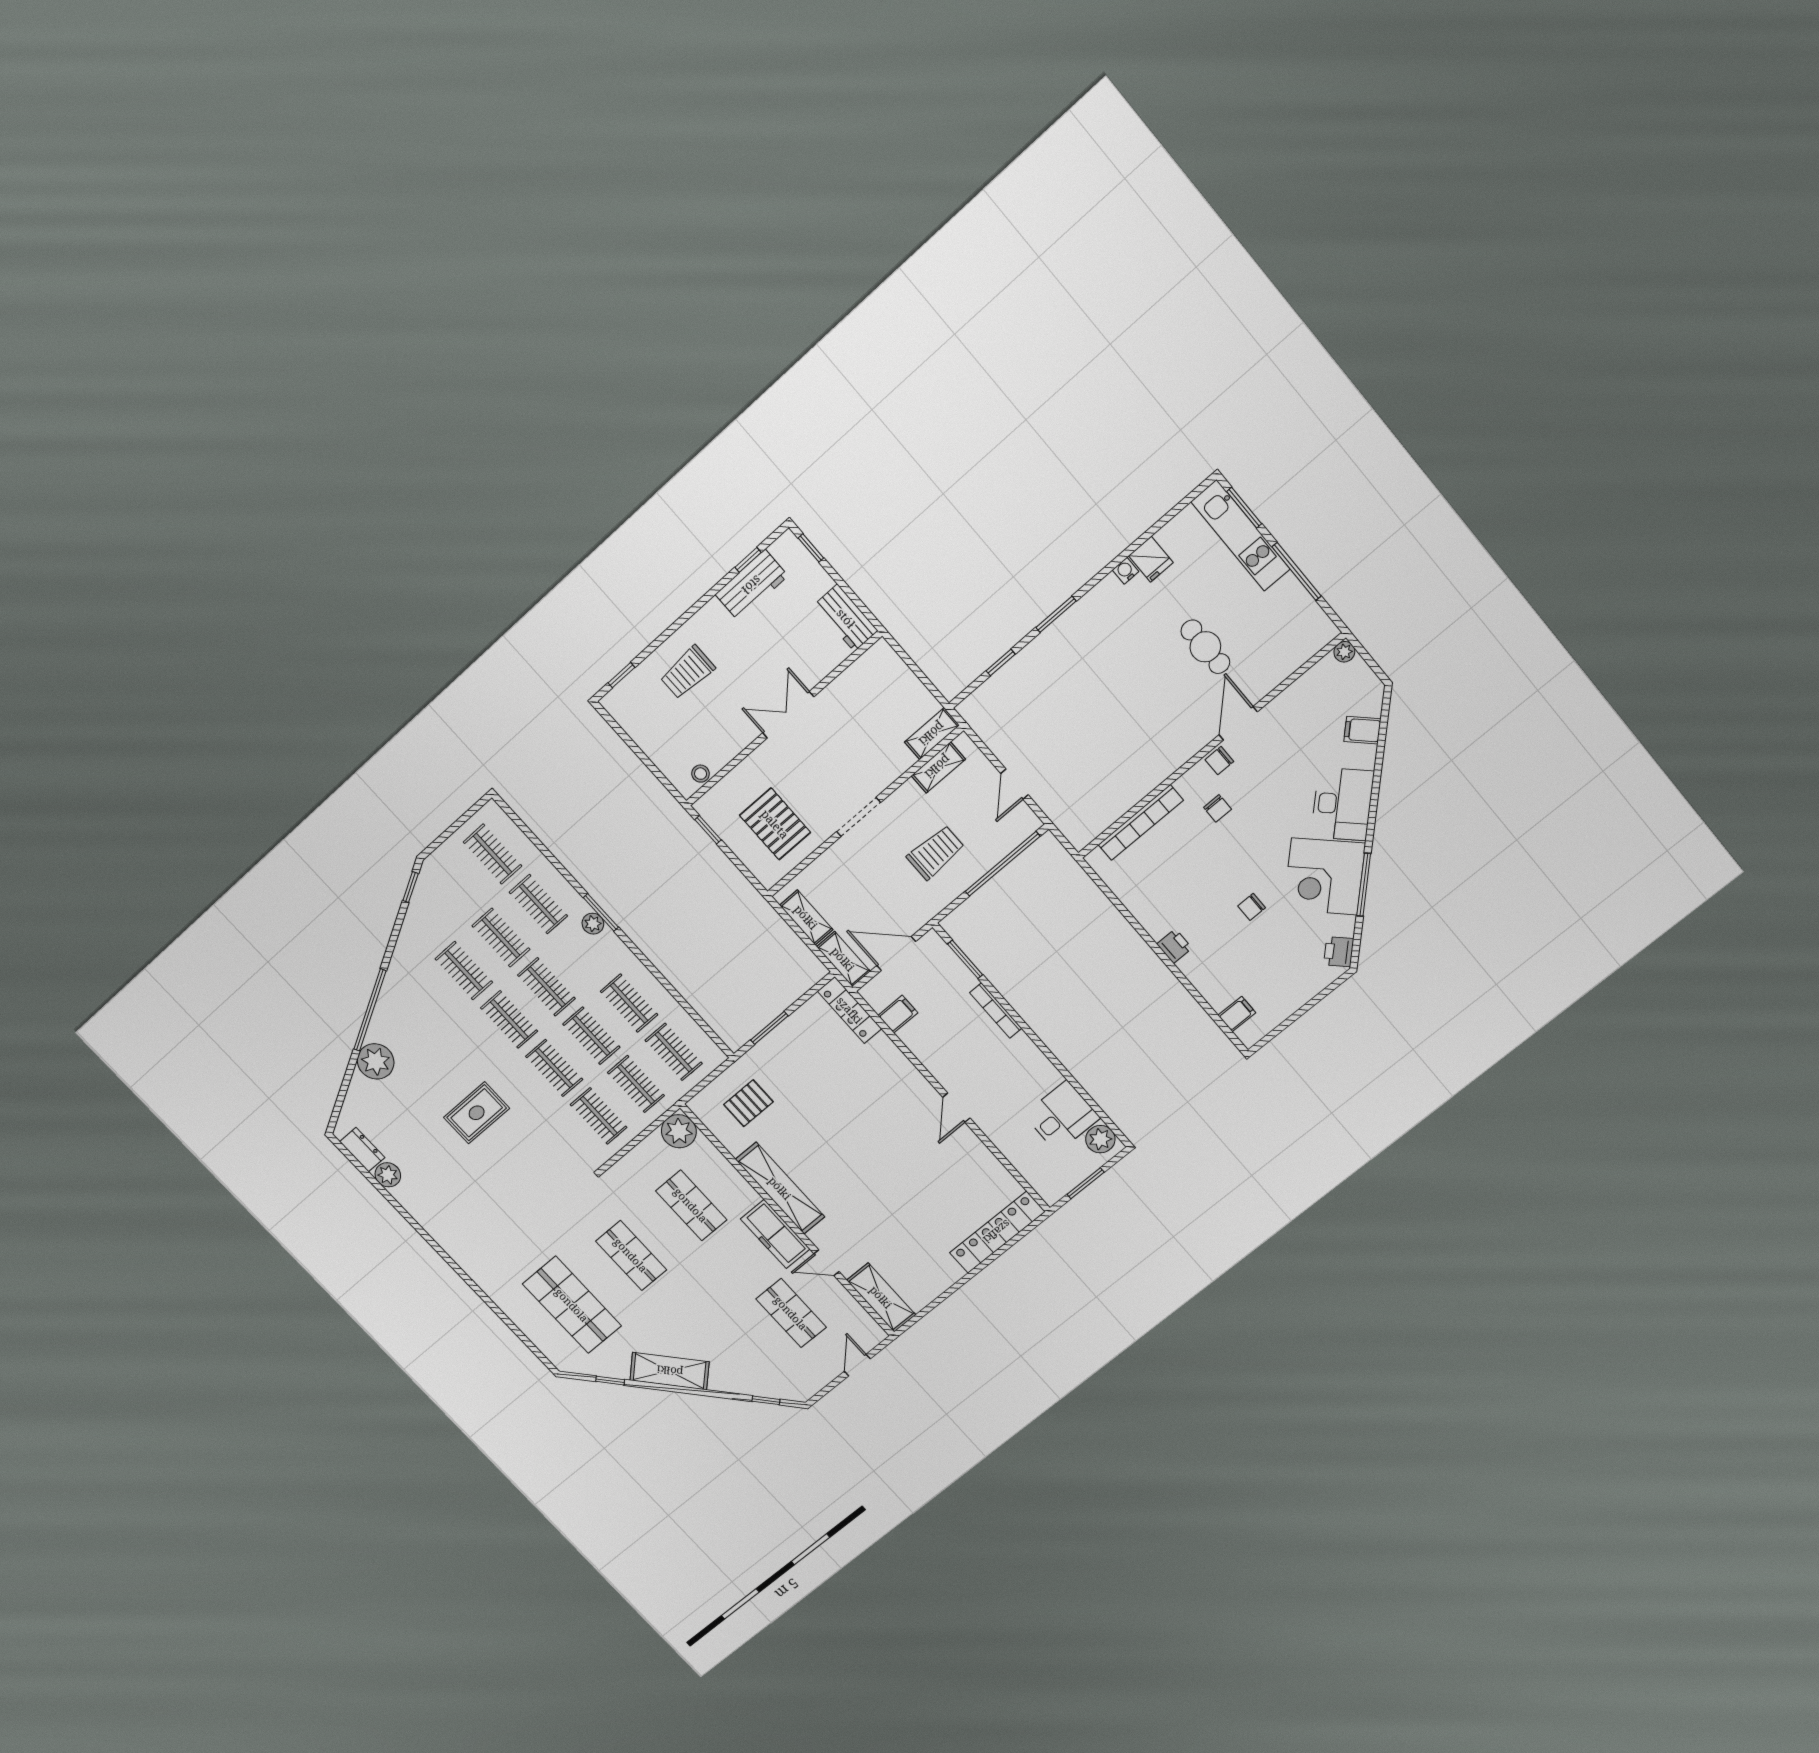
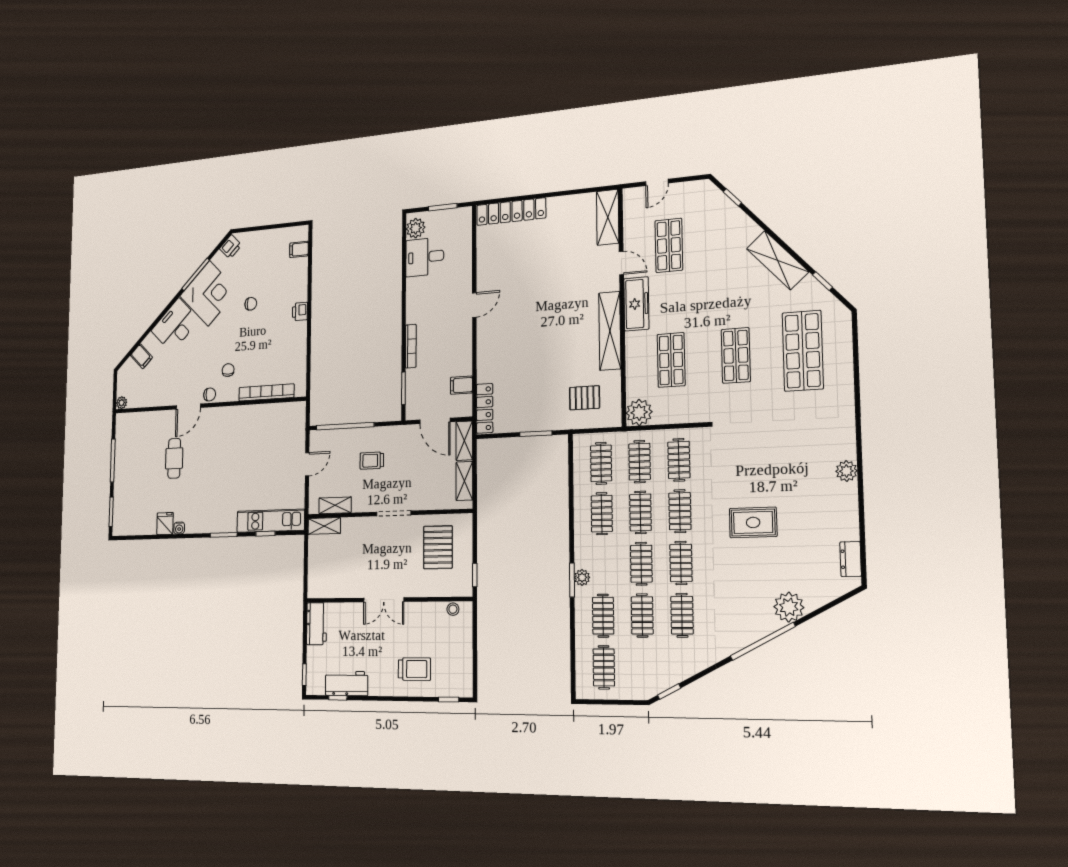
kitchen unit: (1241, 535) -> (271, 521), moved, turned -90
trolley: (936, 852) -> (372, 461), width x0.73, depth x0.72
plant: (388, 1175) -> (846, 471), moved

